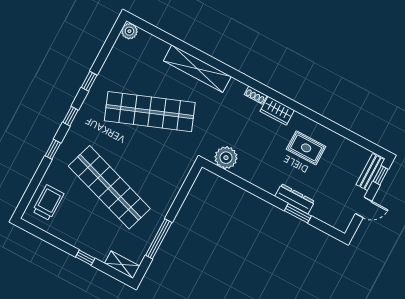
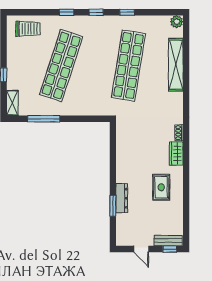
shelving: (197, 69) -> (176, 65), moved
shop shelf: (150, 112) -> (128, 66), turned 30
plant: (226, 158) -> (125, 135), removed

